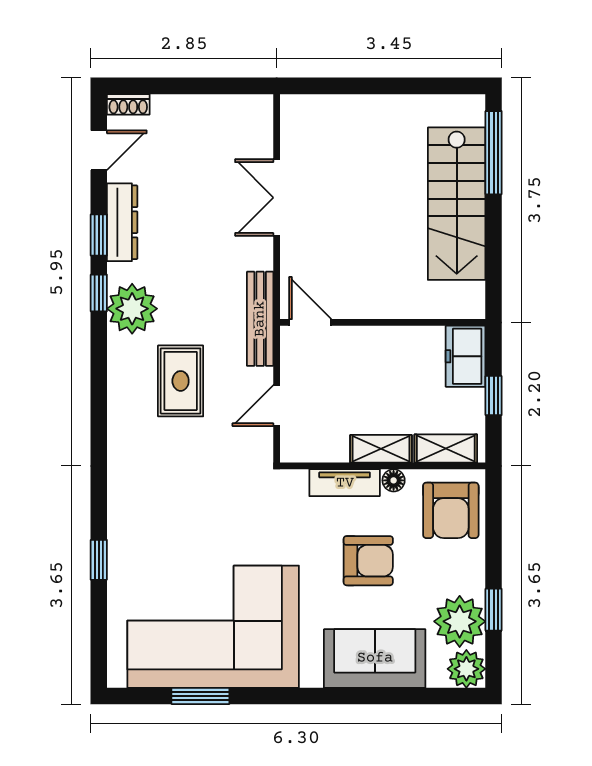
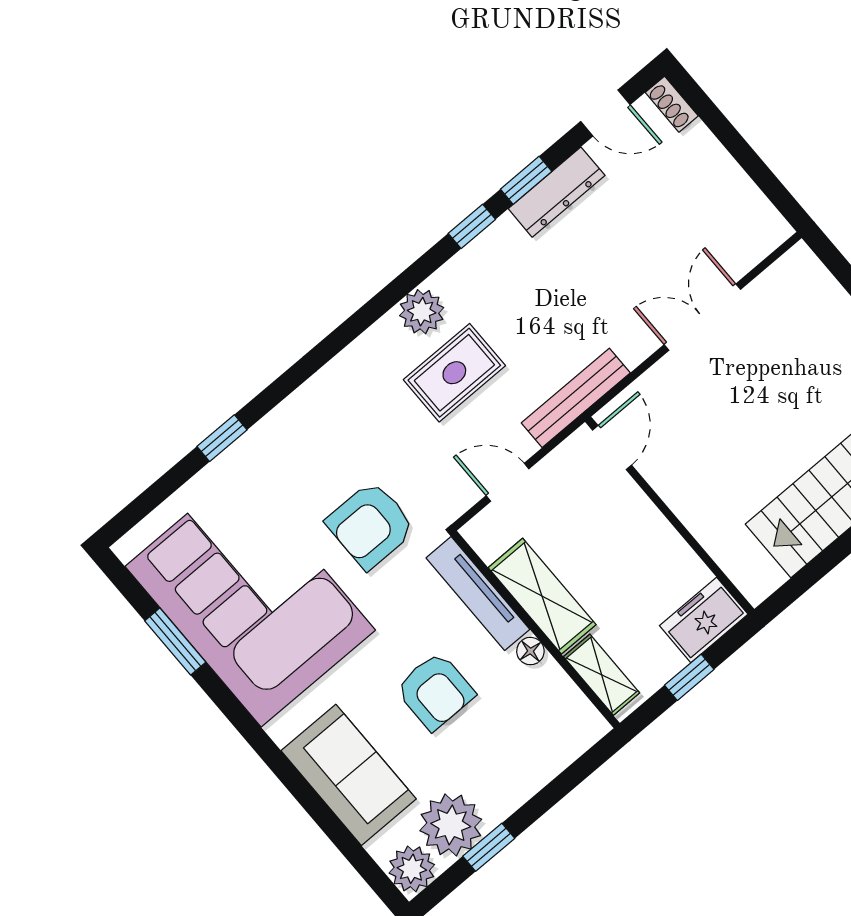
plant: (132, 309) -> (422, 312), moved, width x0.73, depth x0.73
shelving: (381, 449) -> (542, 596), width x1.50, depth x1.33
tv unit: (345, 483) -> (478, 594), width x1.41
armchair: (451, 510) -> (371, 525), moved

